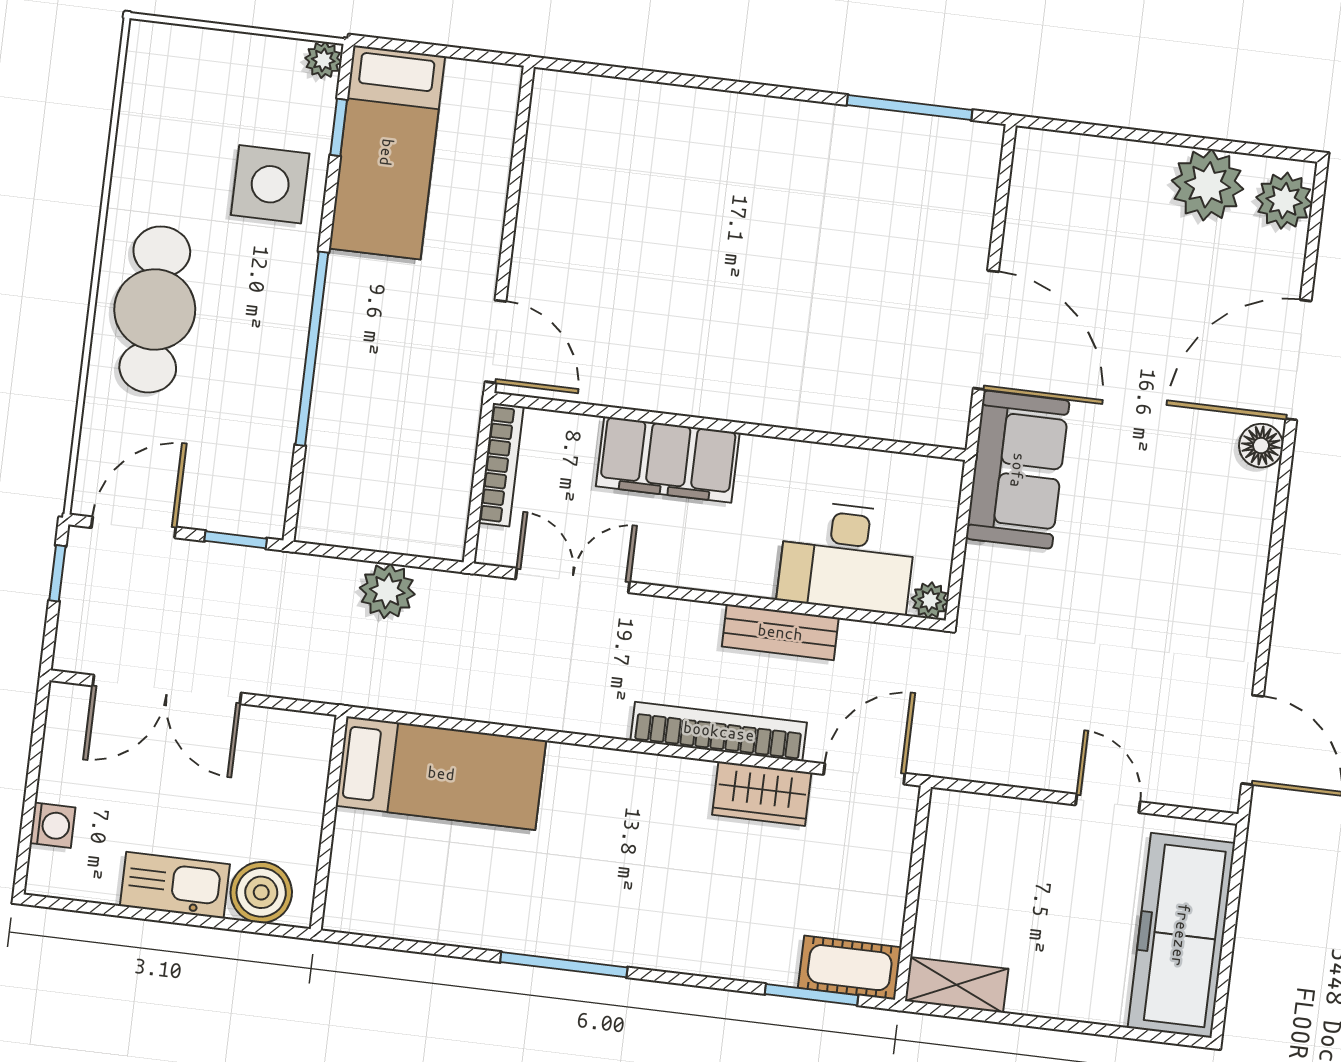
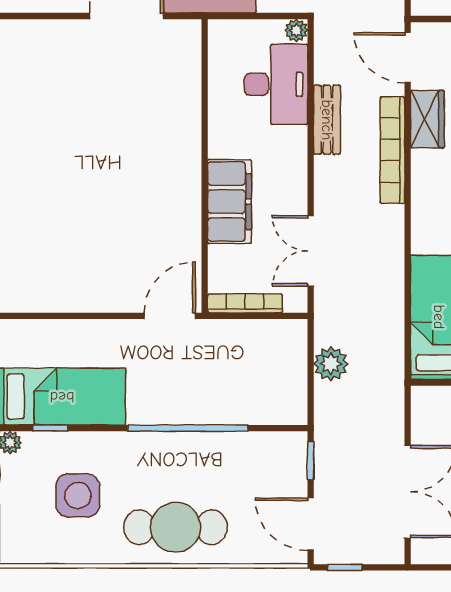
side table: (270, 184) -> (78, 495), moved

